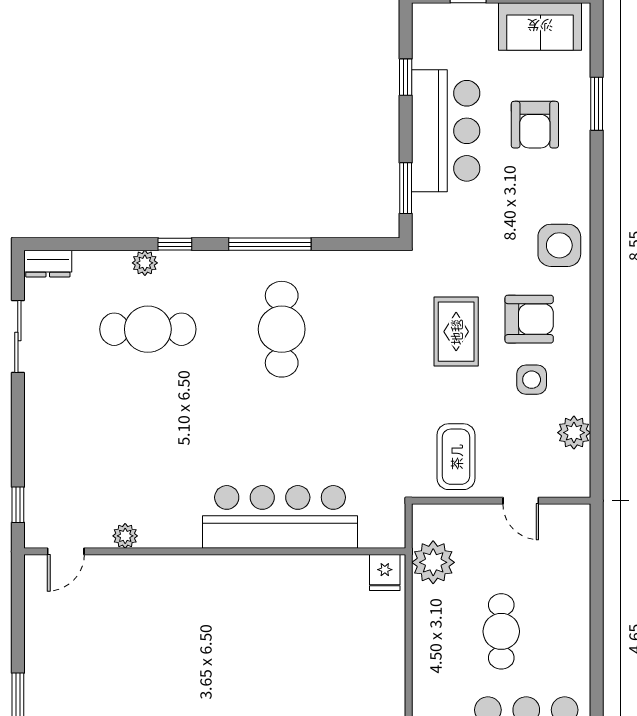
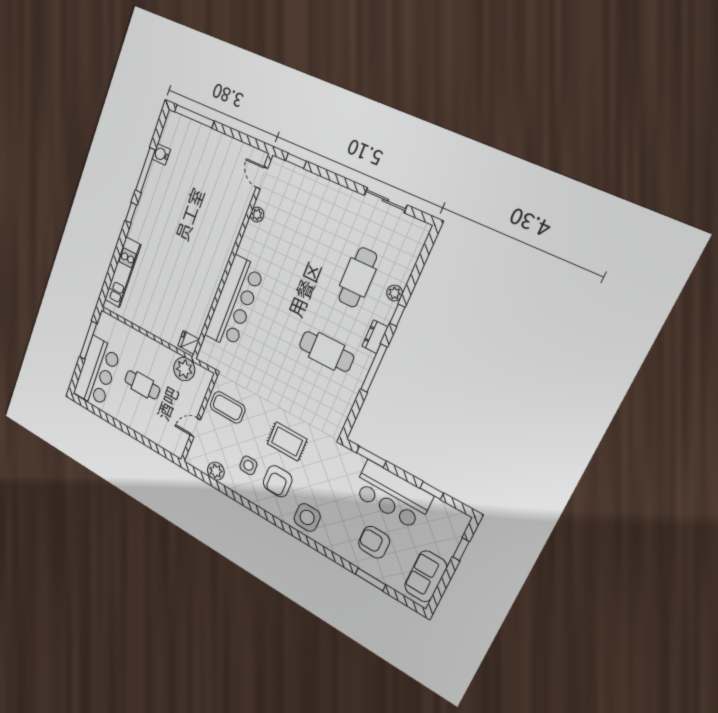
dresser: (48, 264) -> (375, 337), moved

